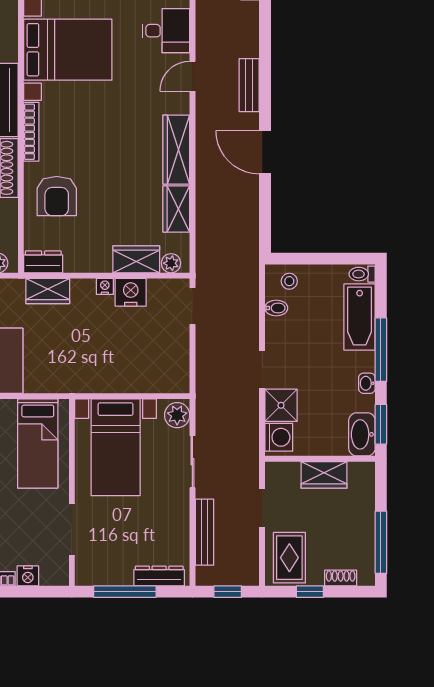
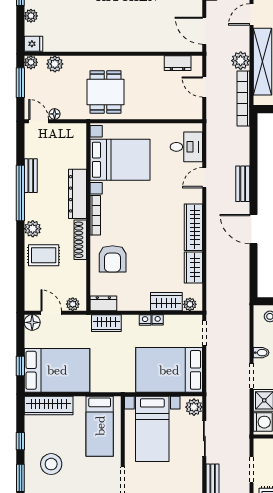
nightstand: (131, 292) -> (158, 320), width x0.53, depth x0.56
bidet: (276, 308) -> (261, 353), moved
bed: (141, 360) -> (169, 370), added

